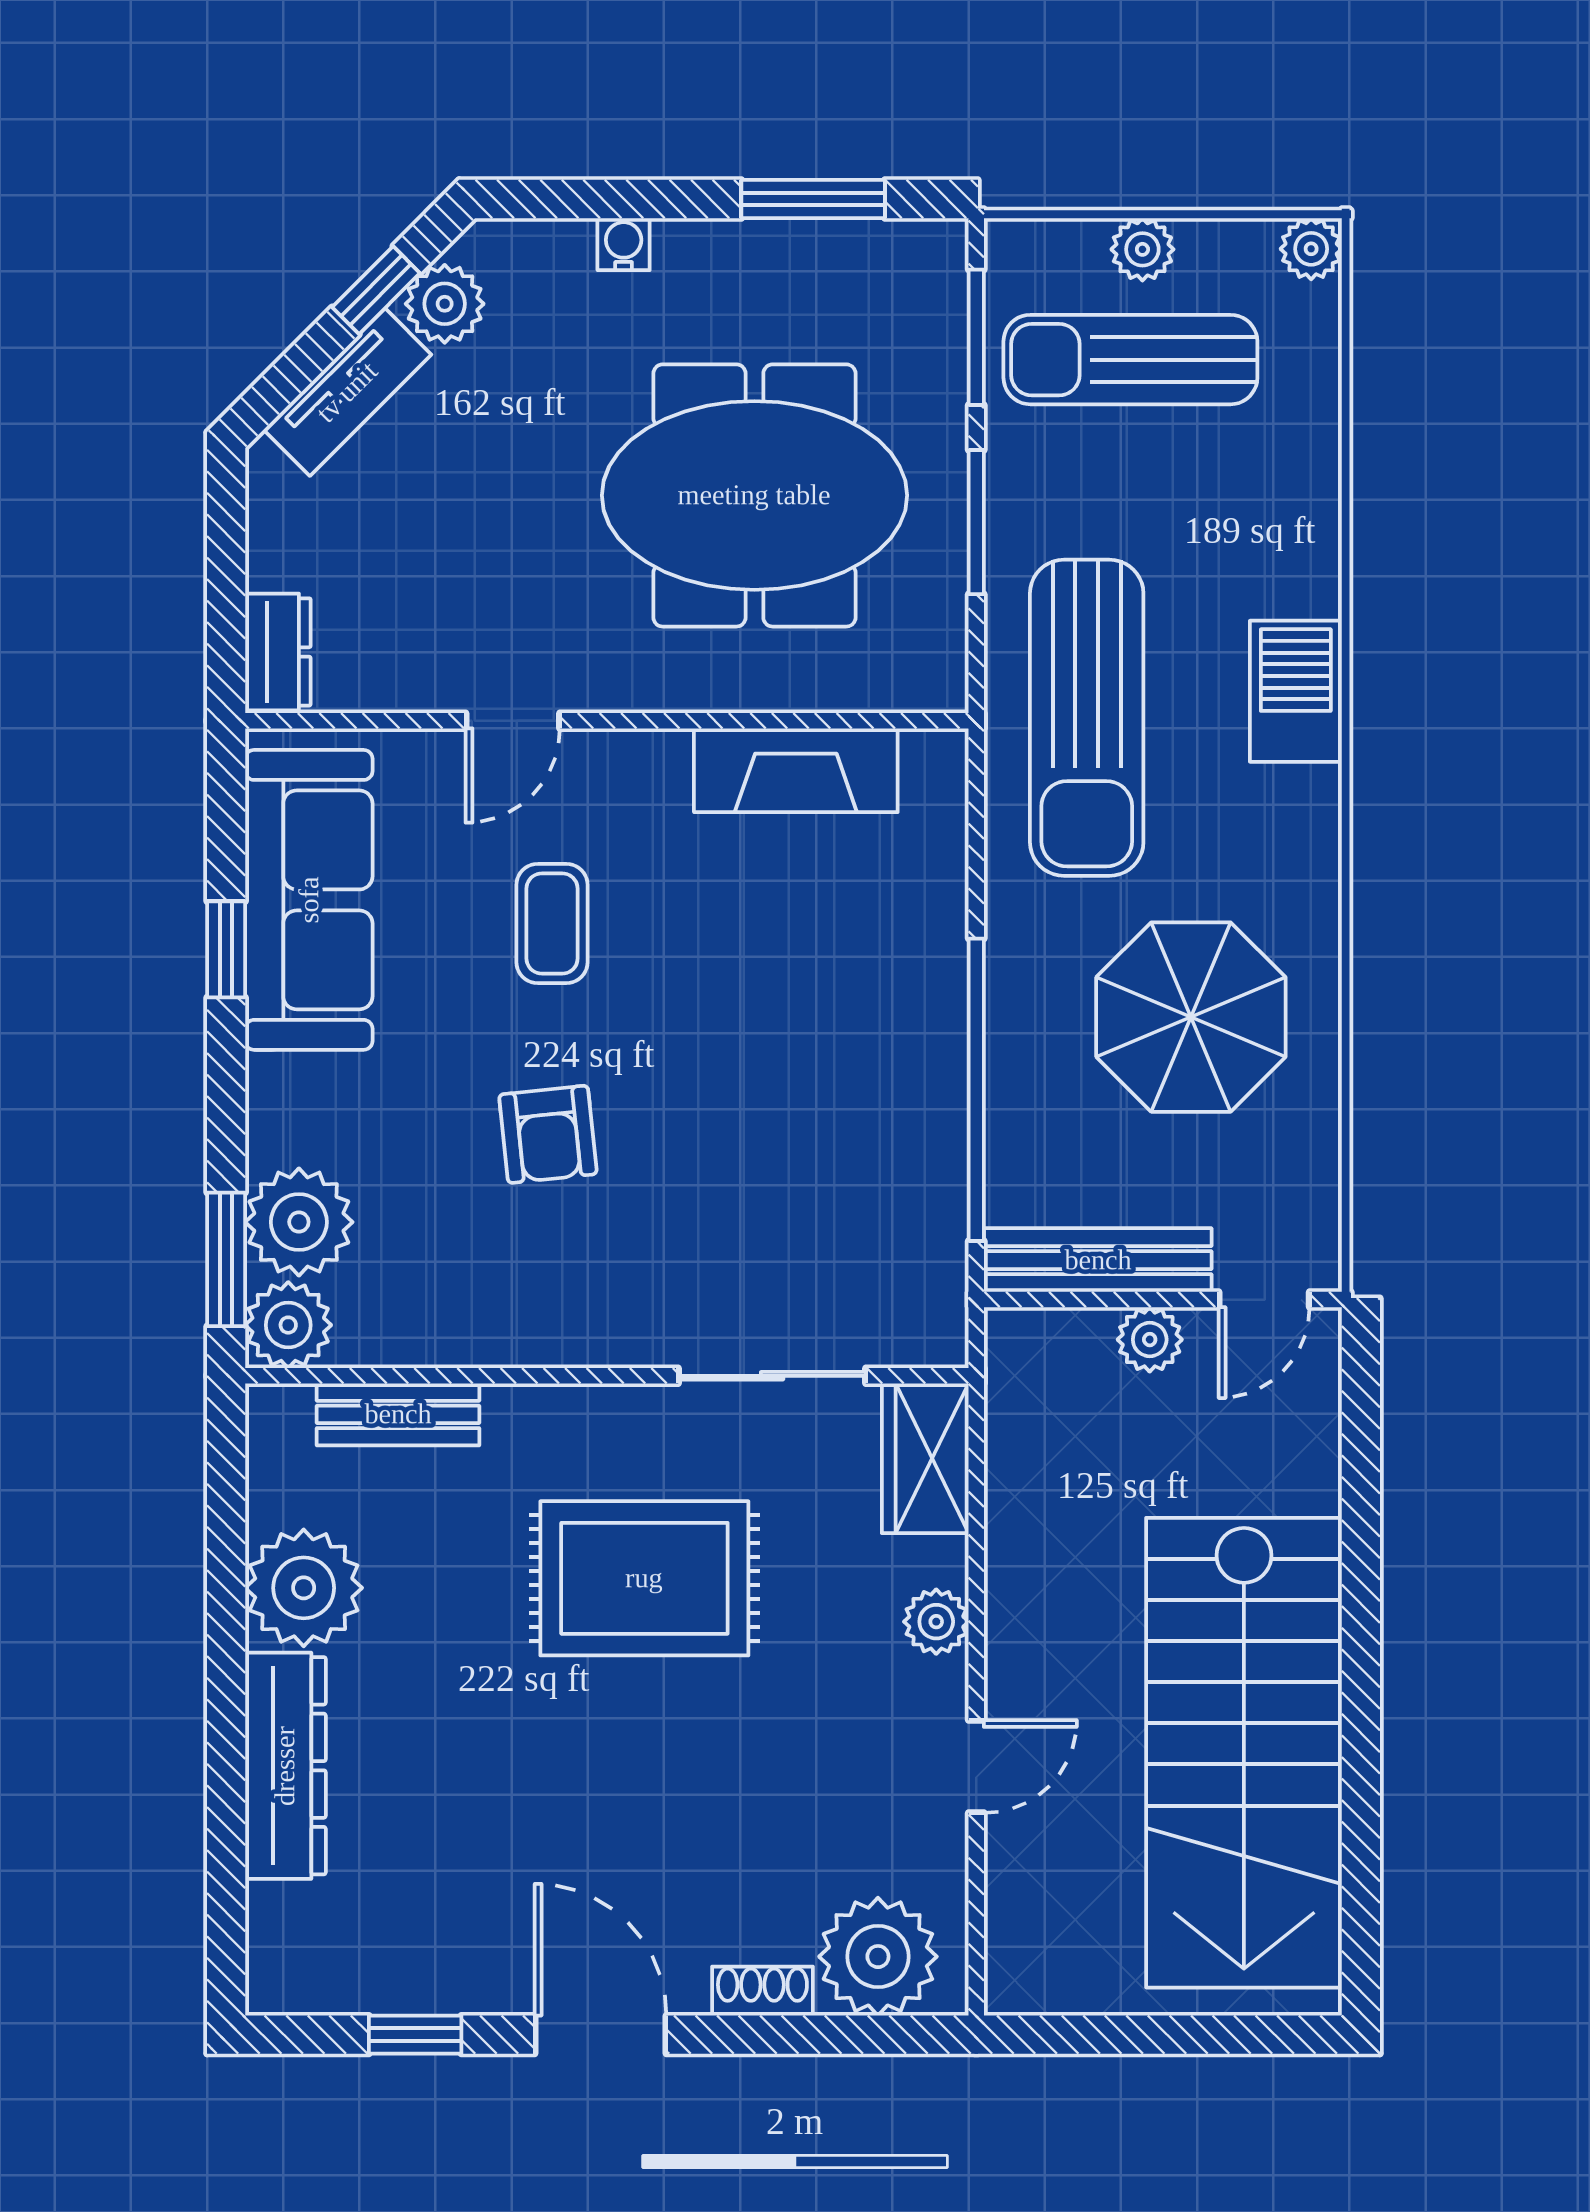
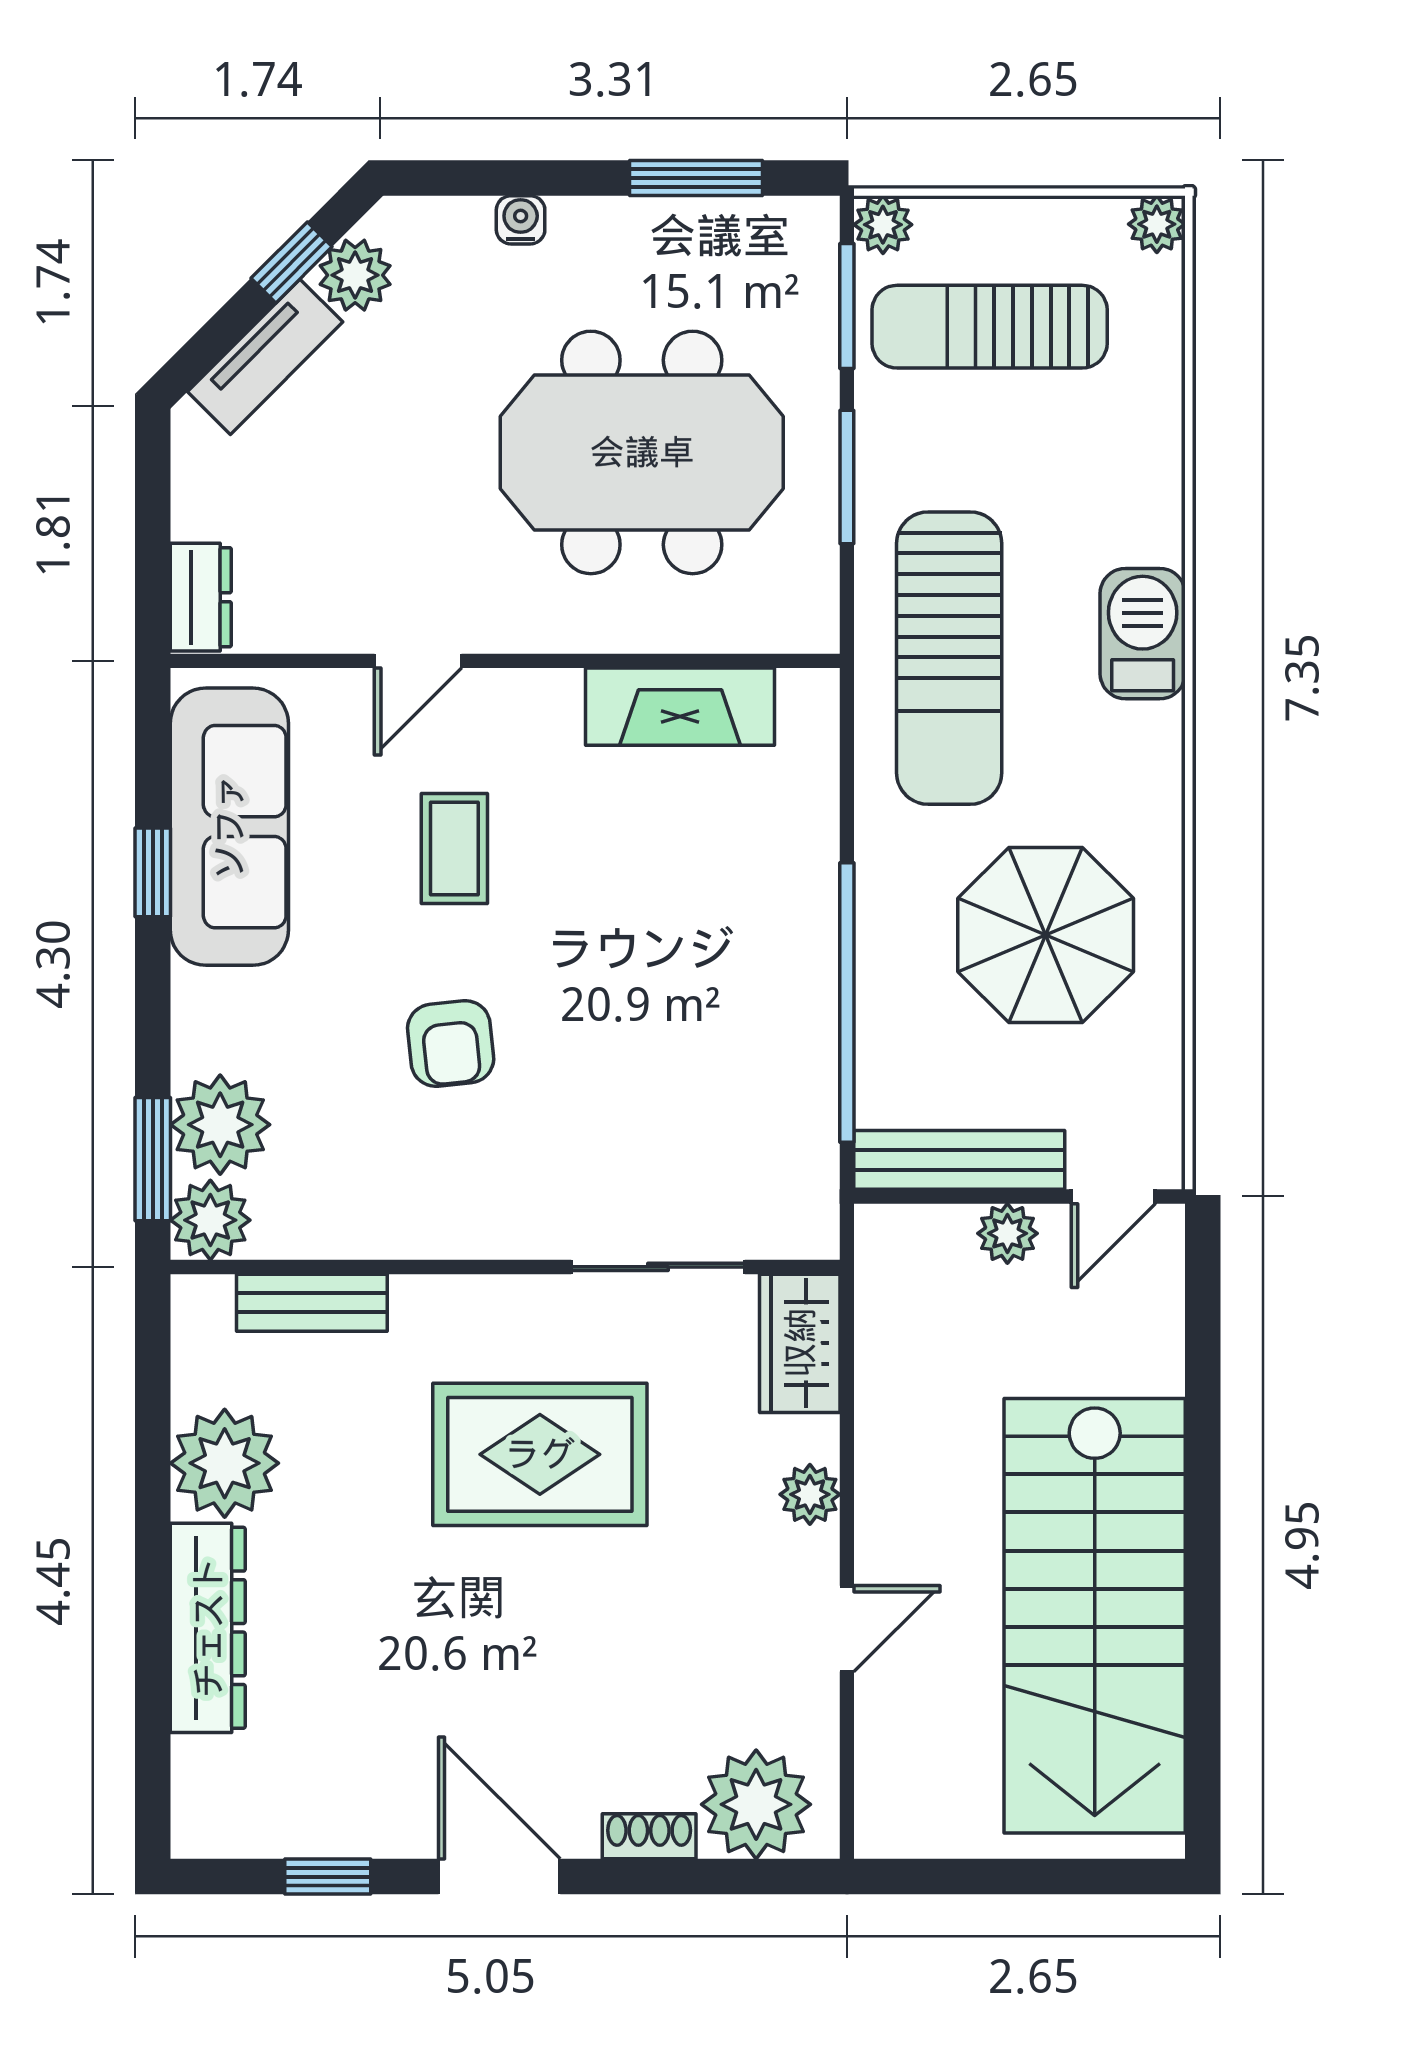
plant: (1142, 249) -> (883, 225), moved

